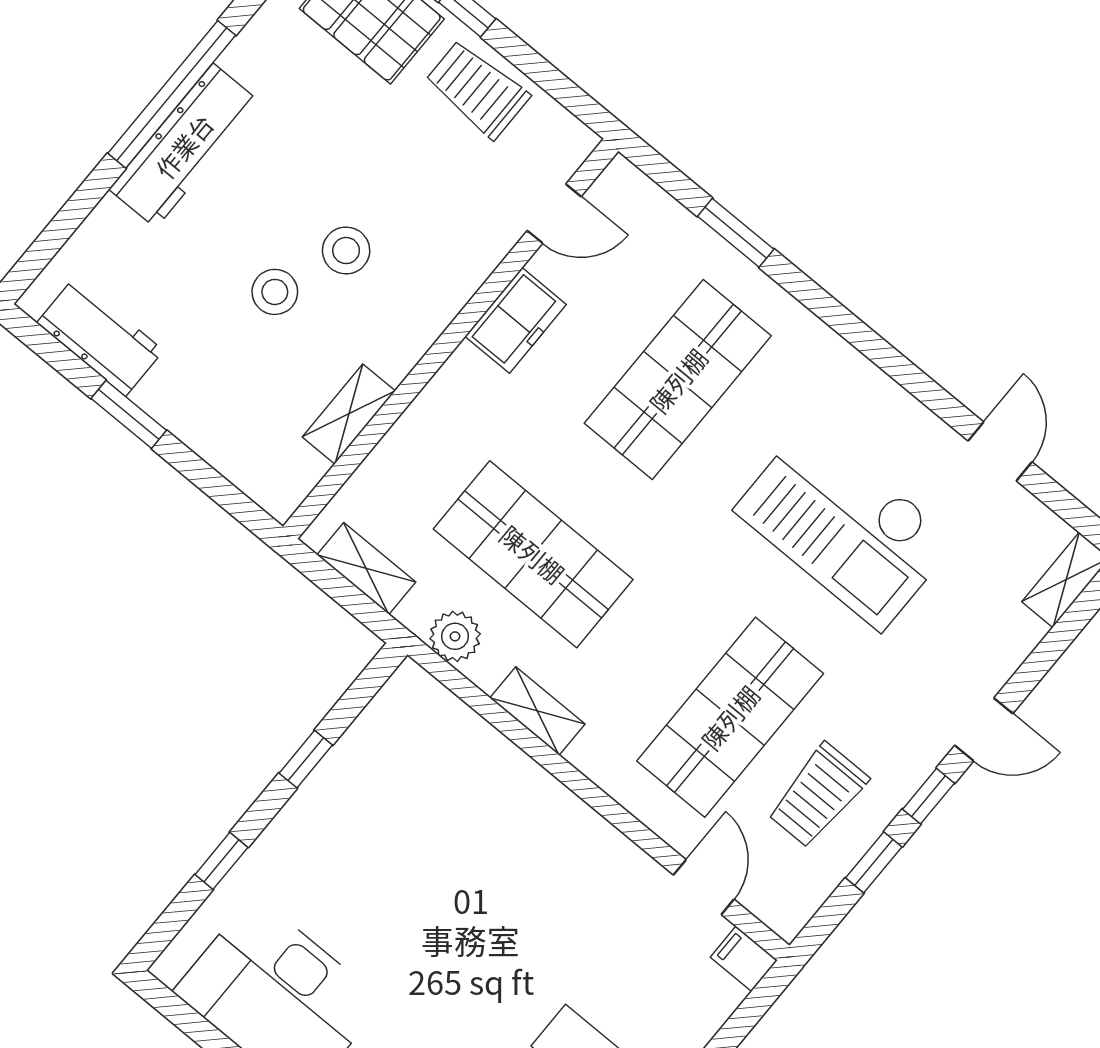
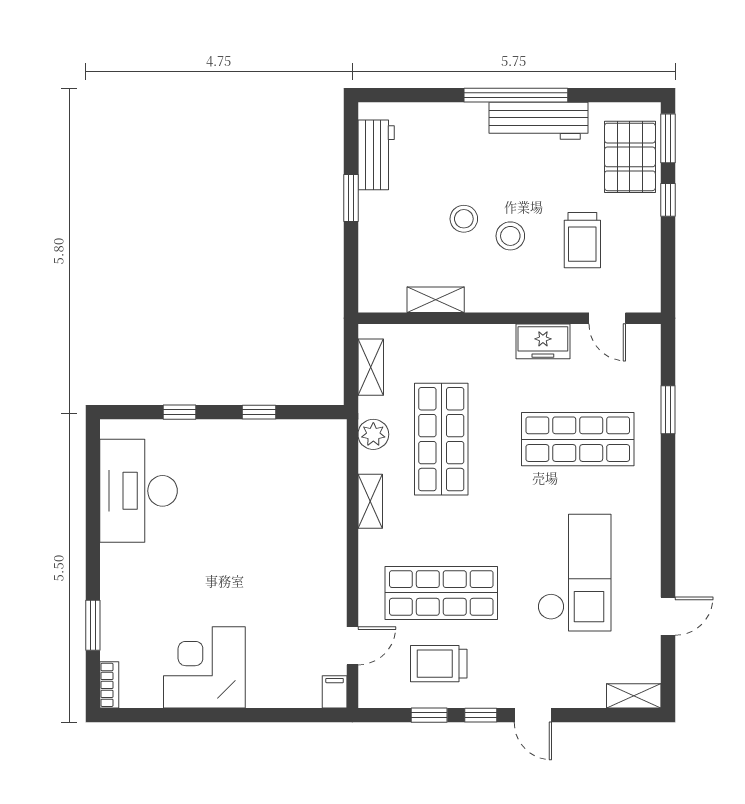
trolley: (477, 89) -> (582, 240), moved, turned 180
workbench: (184, 146) -> (539, 121), moved
checkout: (845, 525) -> (574, 573), turned 180

